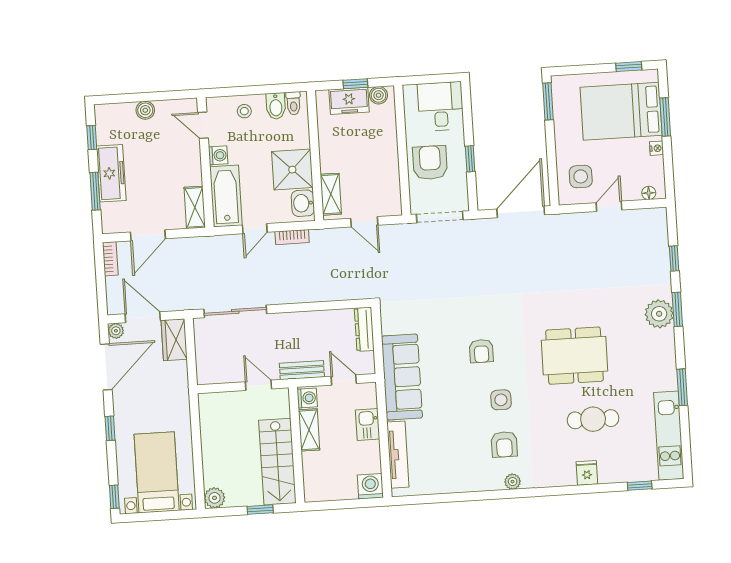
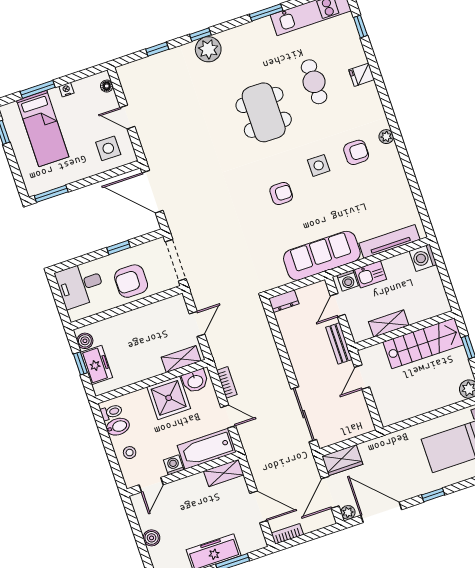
bed: (621, 111) -> (43, 129), width x0.67
window: (677, 309) -> (200, 35), width x0.67
dresser: (364, 329) -> (284, 301), width x0.70
washing machine: (307, 398) -> (348, 281), moved, turned 180

